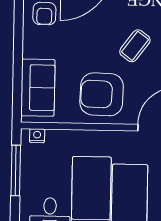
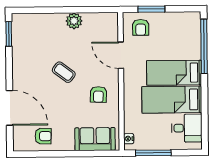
armchair: (102, 94) -> (98, 94), width x0.53, depth x0.53

